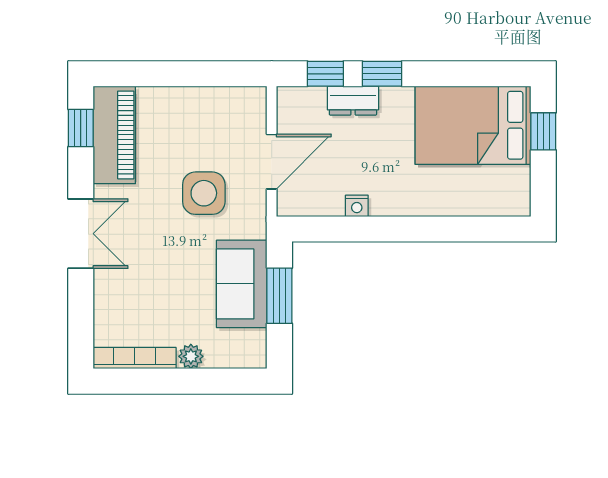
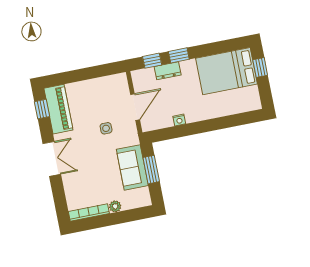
side table: (204, 193) -> (106, 128), width x0.54, depth x0.54

